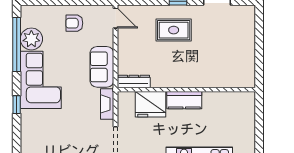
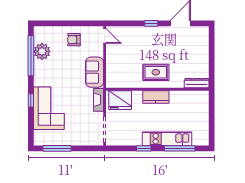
rug: (174, 30) -> (156, 72), moved
corner sofa: (41, 80) -> (49, 108), moved
dresser: (134, 81) -> (197, 83), moved
fridge: (151, 104) -> (120, 100), moved

